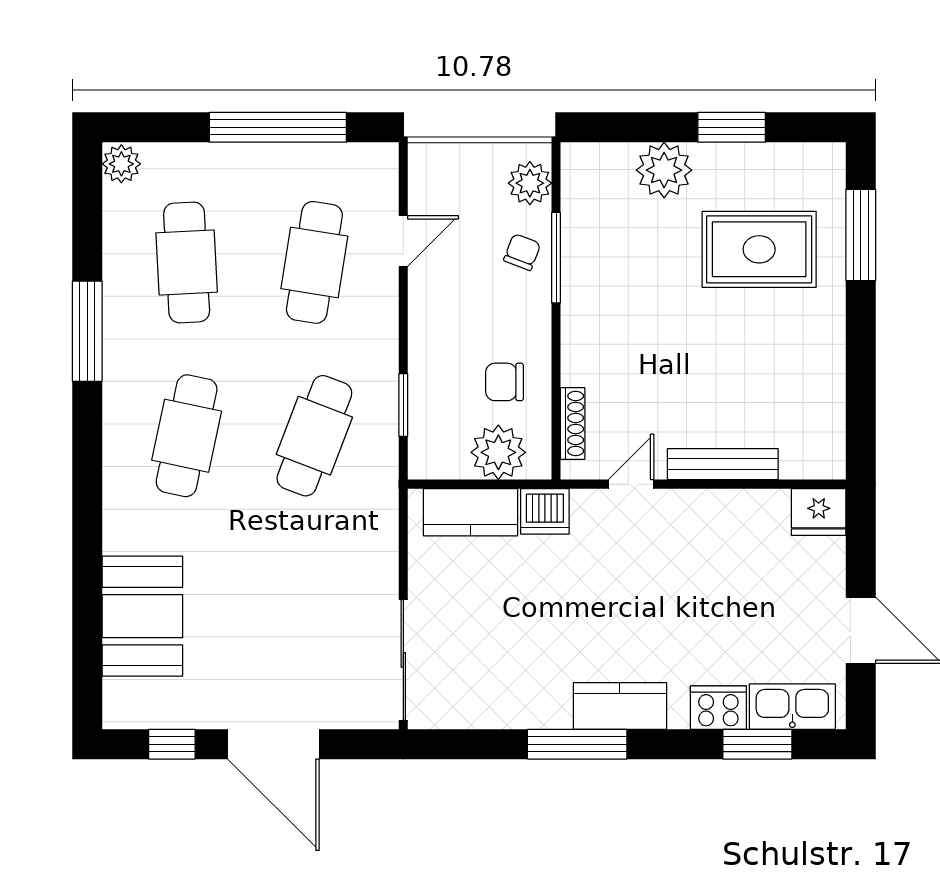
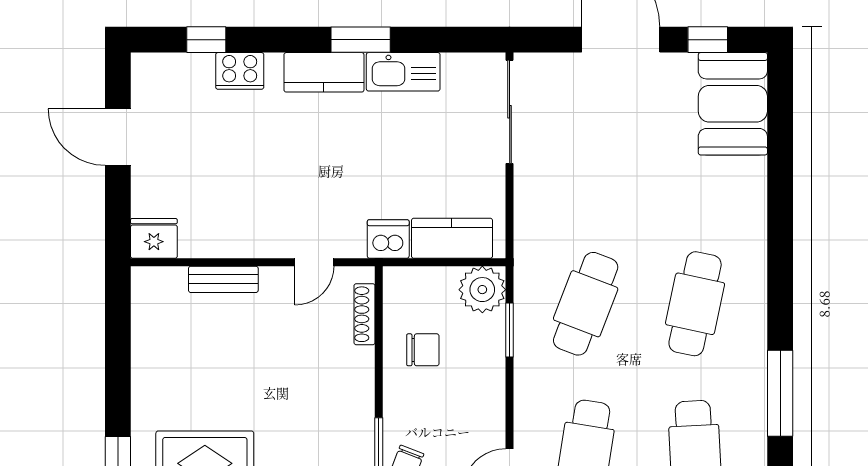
plant: (498, 452) -> (482, 290), moved
bench: (723, 464) -> (223, 279), width x0.73
booth: (142, 616) -> (733, 104), moved
kitchen sink: (792, 707) -> (403, 72), moved
window: (577, 744) -> (361, 40), width x0.69
window: (757, 744) -> (206, 40), width x0.67

